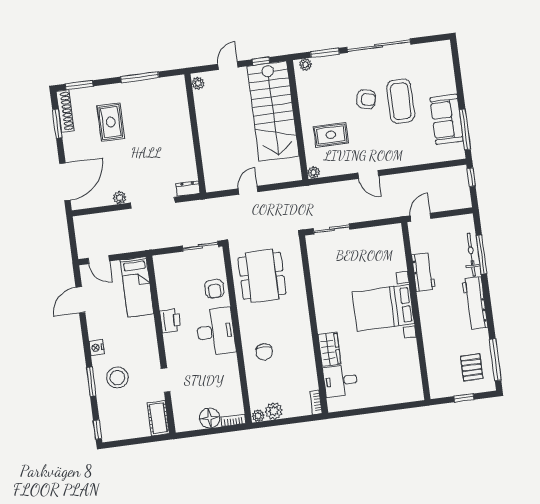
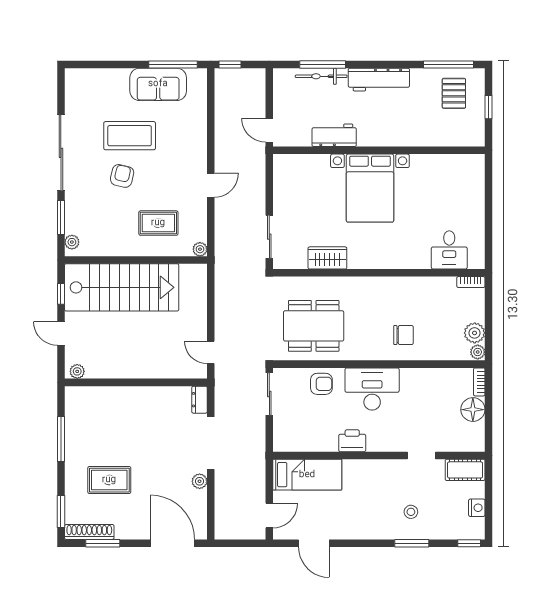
rug: (331, 135) -> (158, 223), turned 90
door: (248, 190) -> (211, 352), moved
nightstand: (97, 348) -> (477, 508), moved, turned -90
wardrobe: (329, 349) -> (327, 258), moved
pallet: (472, 367) -> (454, 93), turned 90
stool: (117, 378) -> (411, 512), width x0.53, depth x0.53

